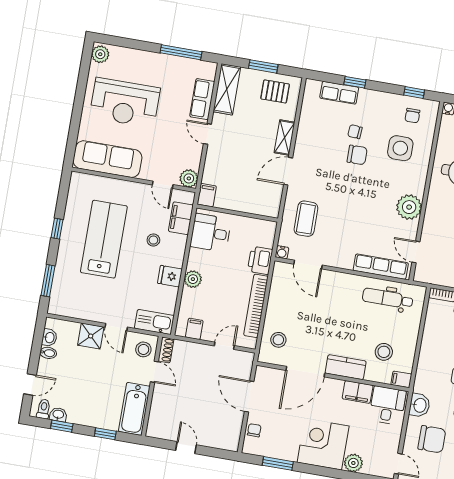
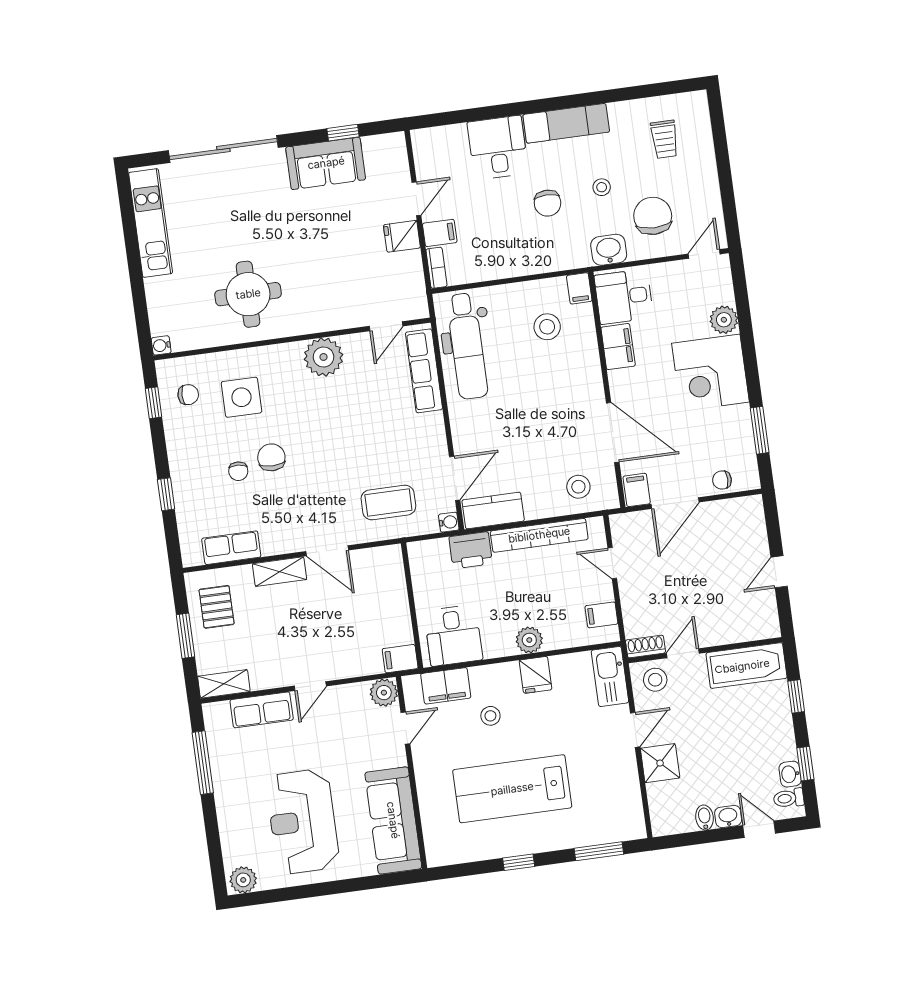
shelving: (227, 89) -> (224, 684), width x0.67, depth x0.75
row of seats: (339, 93) -> (231, 548), moved, turned -90
reception desk: (125, 103) -> (303, 821), turned 180
dental chair: (388, 298) -> (467, 346), width x1.36, depth x1.38
washbasin: (49, 338) -> (728, 816), moved
kitchen counter: (346, 367) -> (493, 510), moved, turned 90
filing cabinet: (265, 375) -> (637, 490), added

